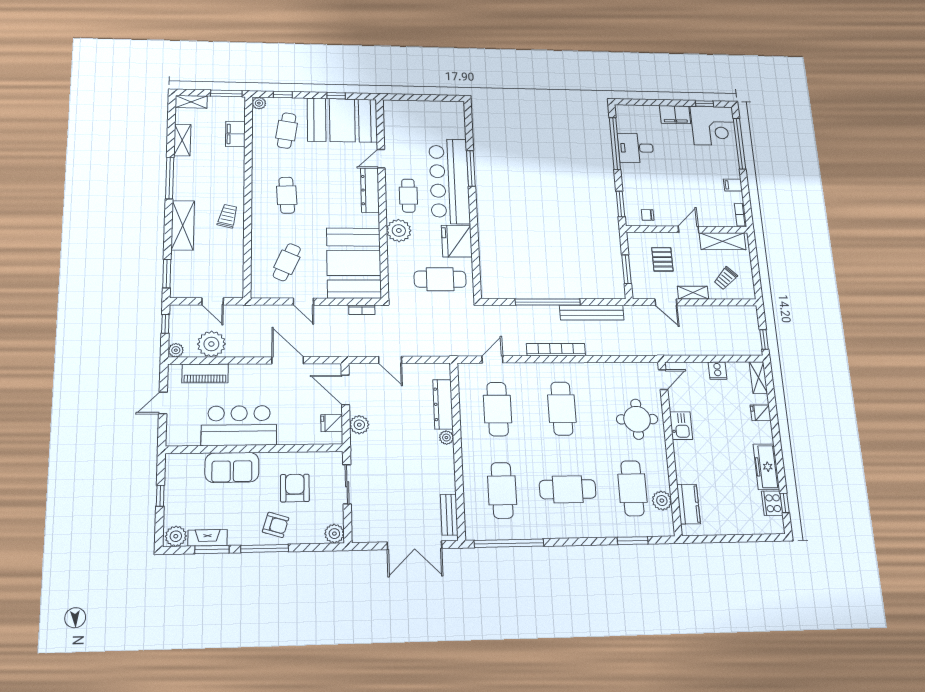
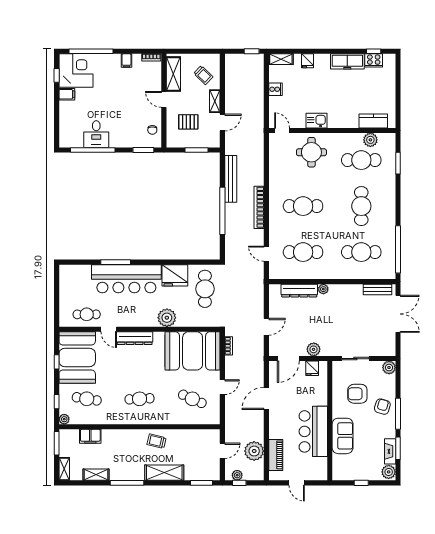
filing cabinet: (675, 115) -> (67, 94), width x0.50
cafe table: (408, 196) -> (87, 314), moved
plant: (176, 350) -> (237, 475), moved

